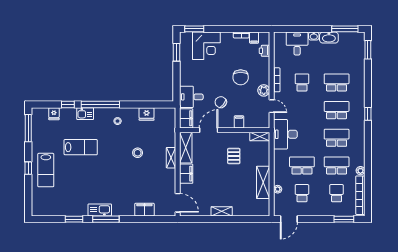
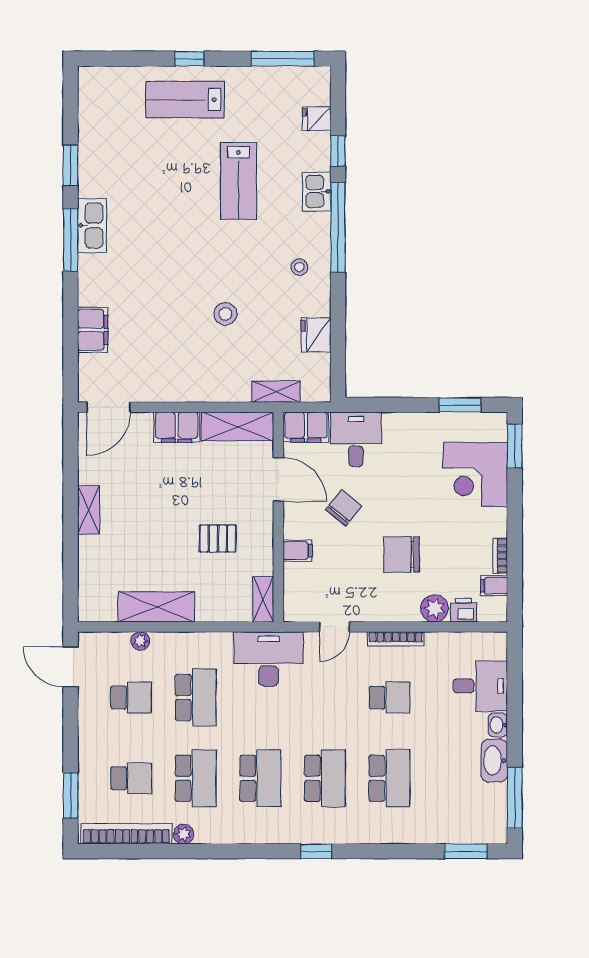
plant: (264, 90) -> (435, 608), moved
shelving: (171, 158) -> (276, 392), moved

